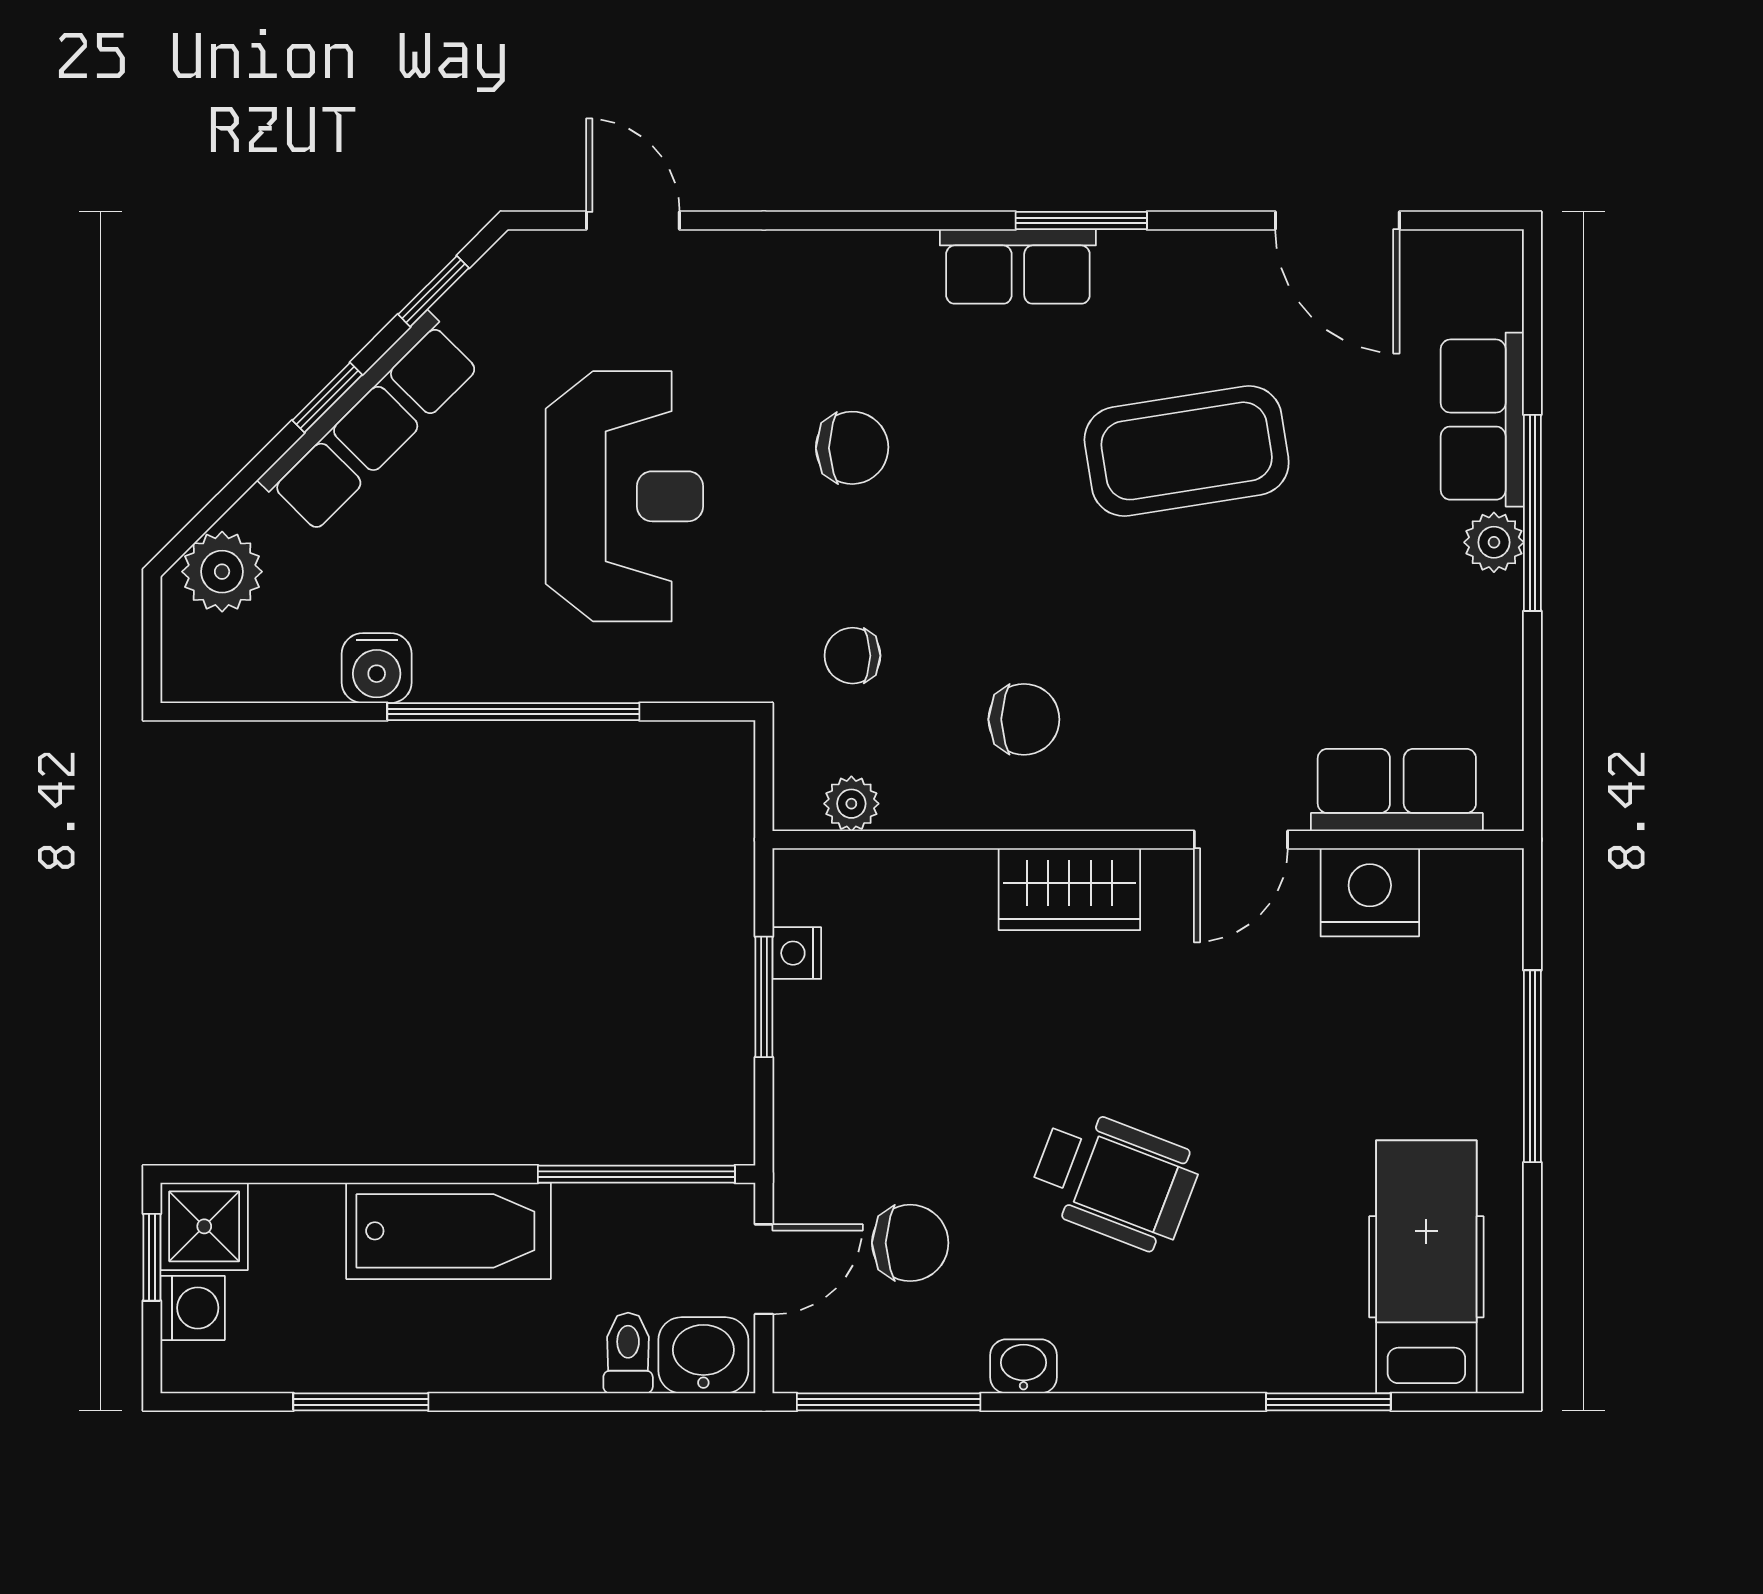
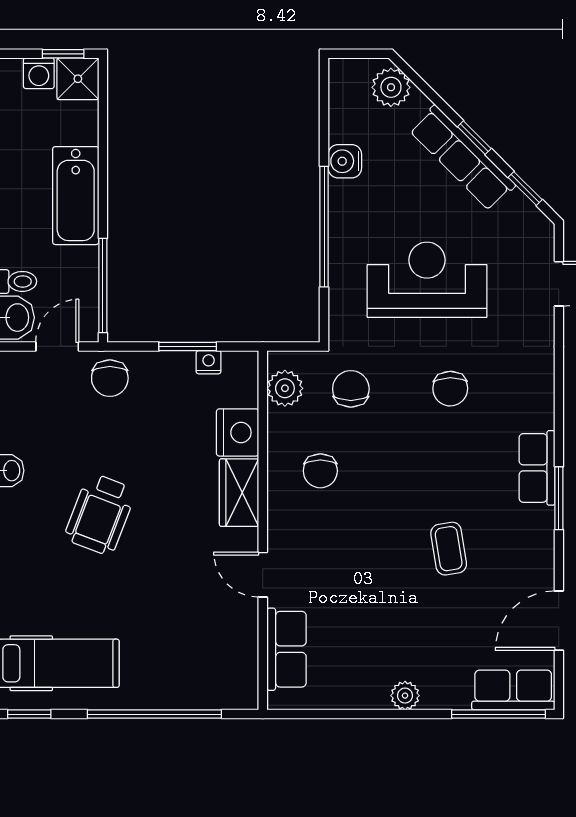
row of seats: (1482, 420) -> (513, 690), moved
coffee table: (1187, 451) -> (449, 549), width x0.54, depth x0.58
reception desk: (624, 496) -> (427, 280), turned 180
window: (1532, 513) -> (498, 714), moved
chair: (852, 656) -> (351, 389), width x1.37, depth x1.37
plant: (851, 804) -> (285, 388), width x1.38, depth x1.38
nightstand: (1370, 892) -> (238, 432), moved
window: (1532, 1066) -> (154, 714), width x1.46
chair: (910, 1243) -> (110, 378), moved
door: (764, 1269) -> (57, 346), swing flipped
window: (1532, 1328) -> (29, 714), added

